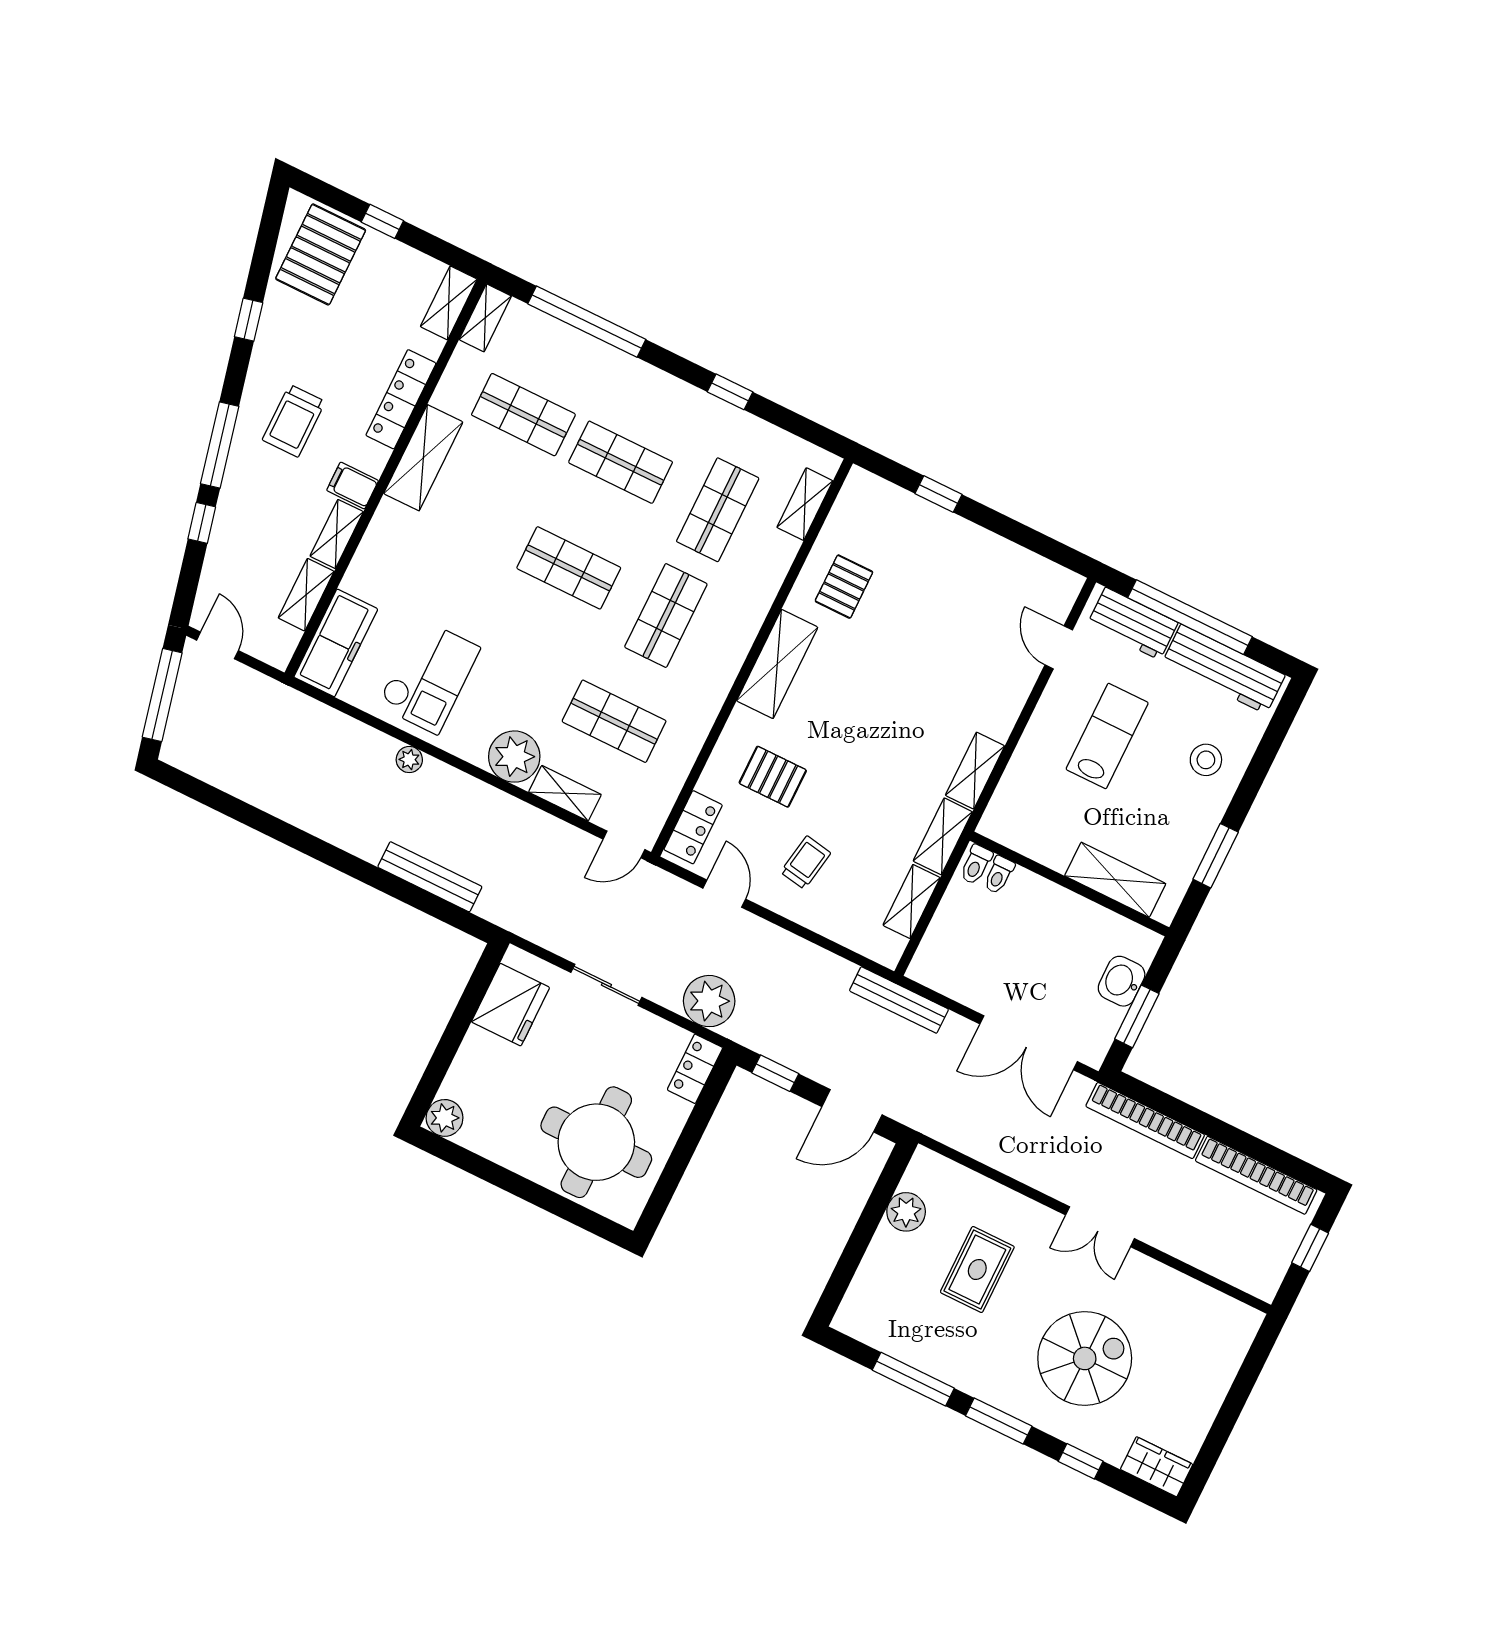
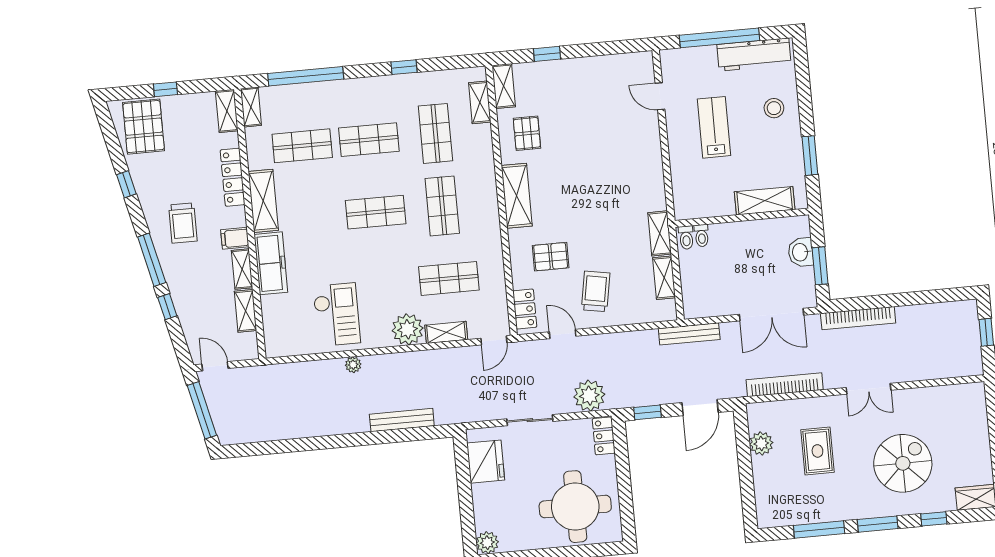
workbench: (1133, 624) -> (691, 60), removed
freezer: (336, 643) -> (271, 263), moved
shelving: (975, 771) -> (504, 86), moved
trolley: (806, 863) -> (596, 291), width x1.36, depth x1.39
bookcase: (1256, 1175) -> (785, 385), moved, turned 180

